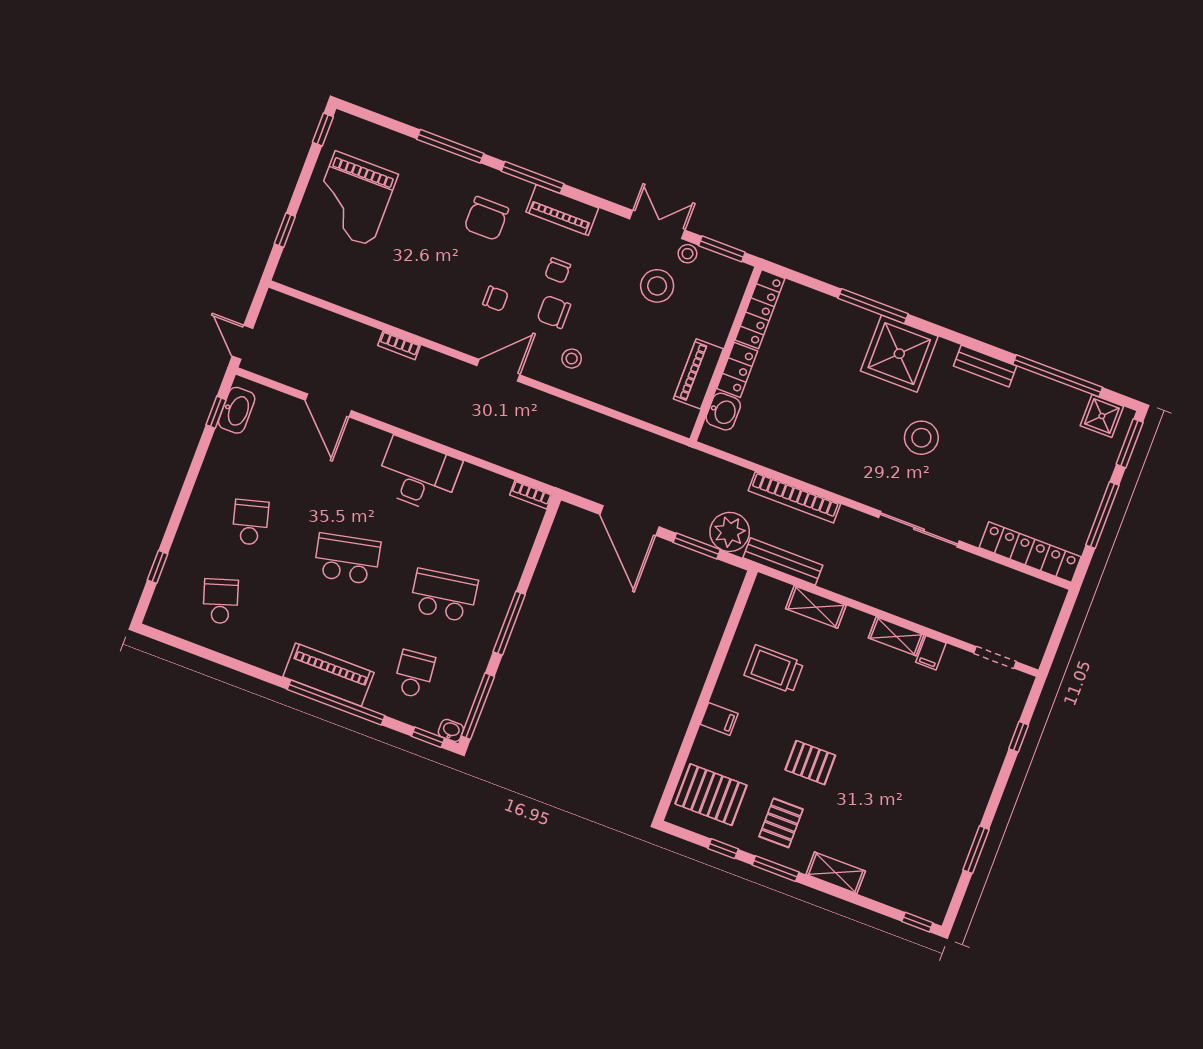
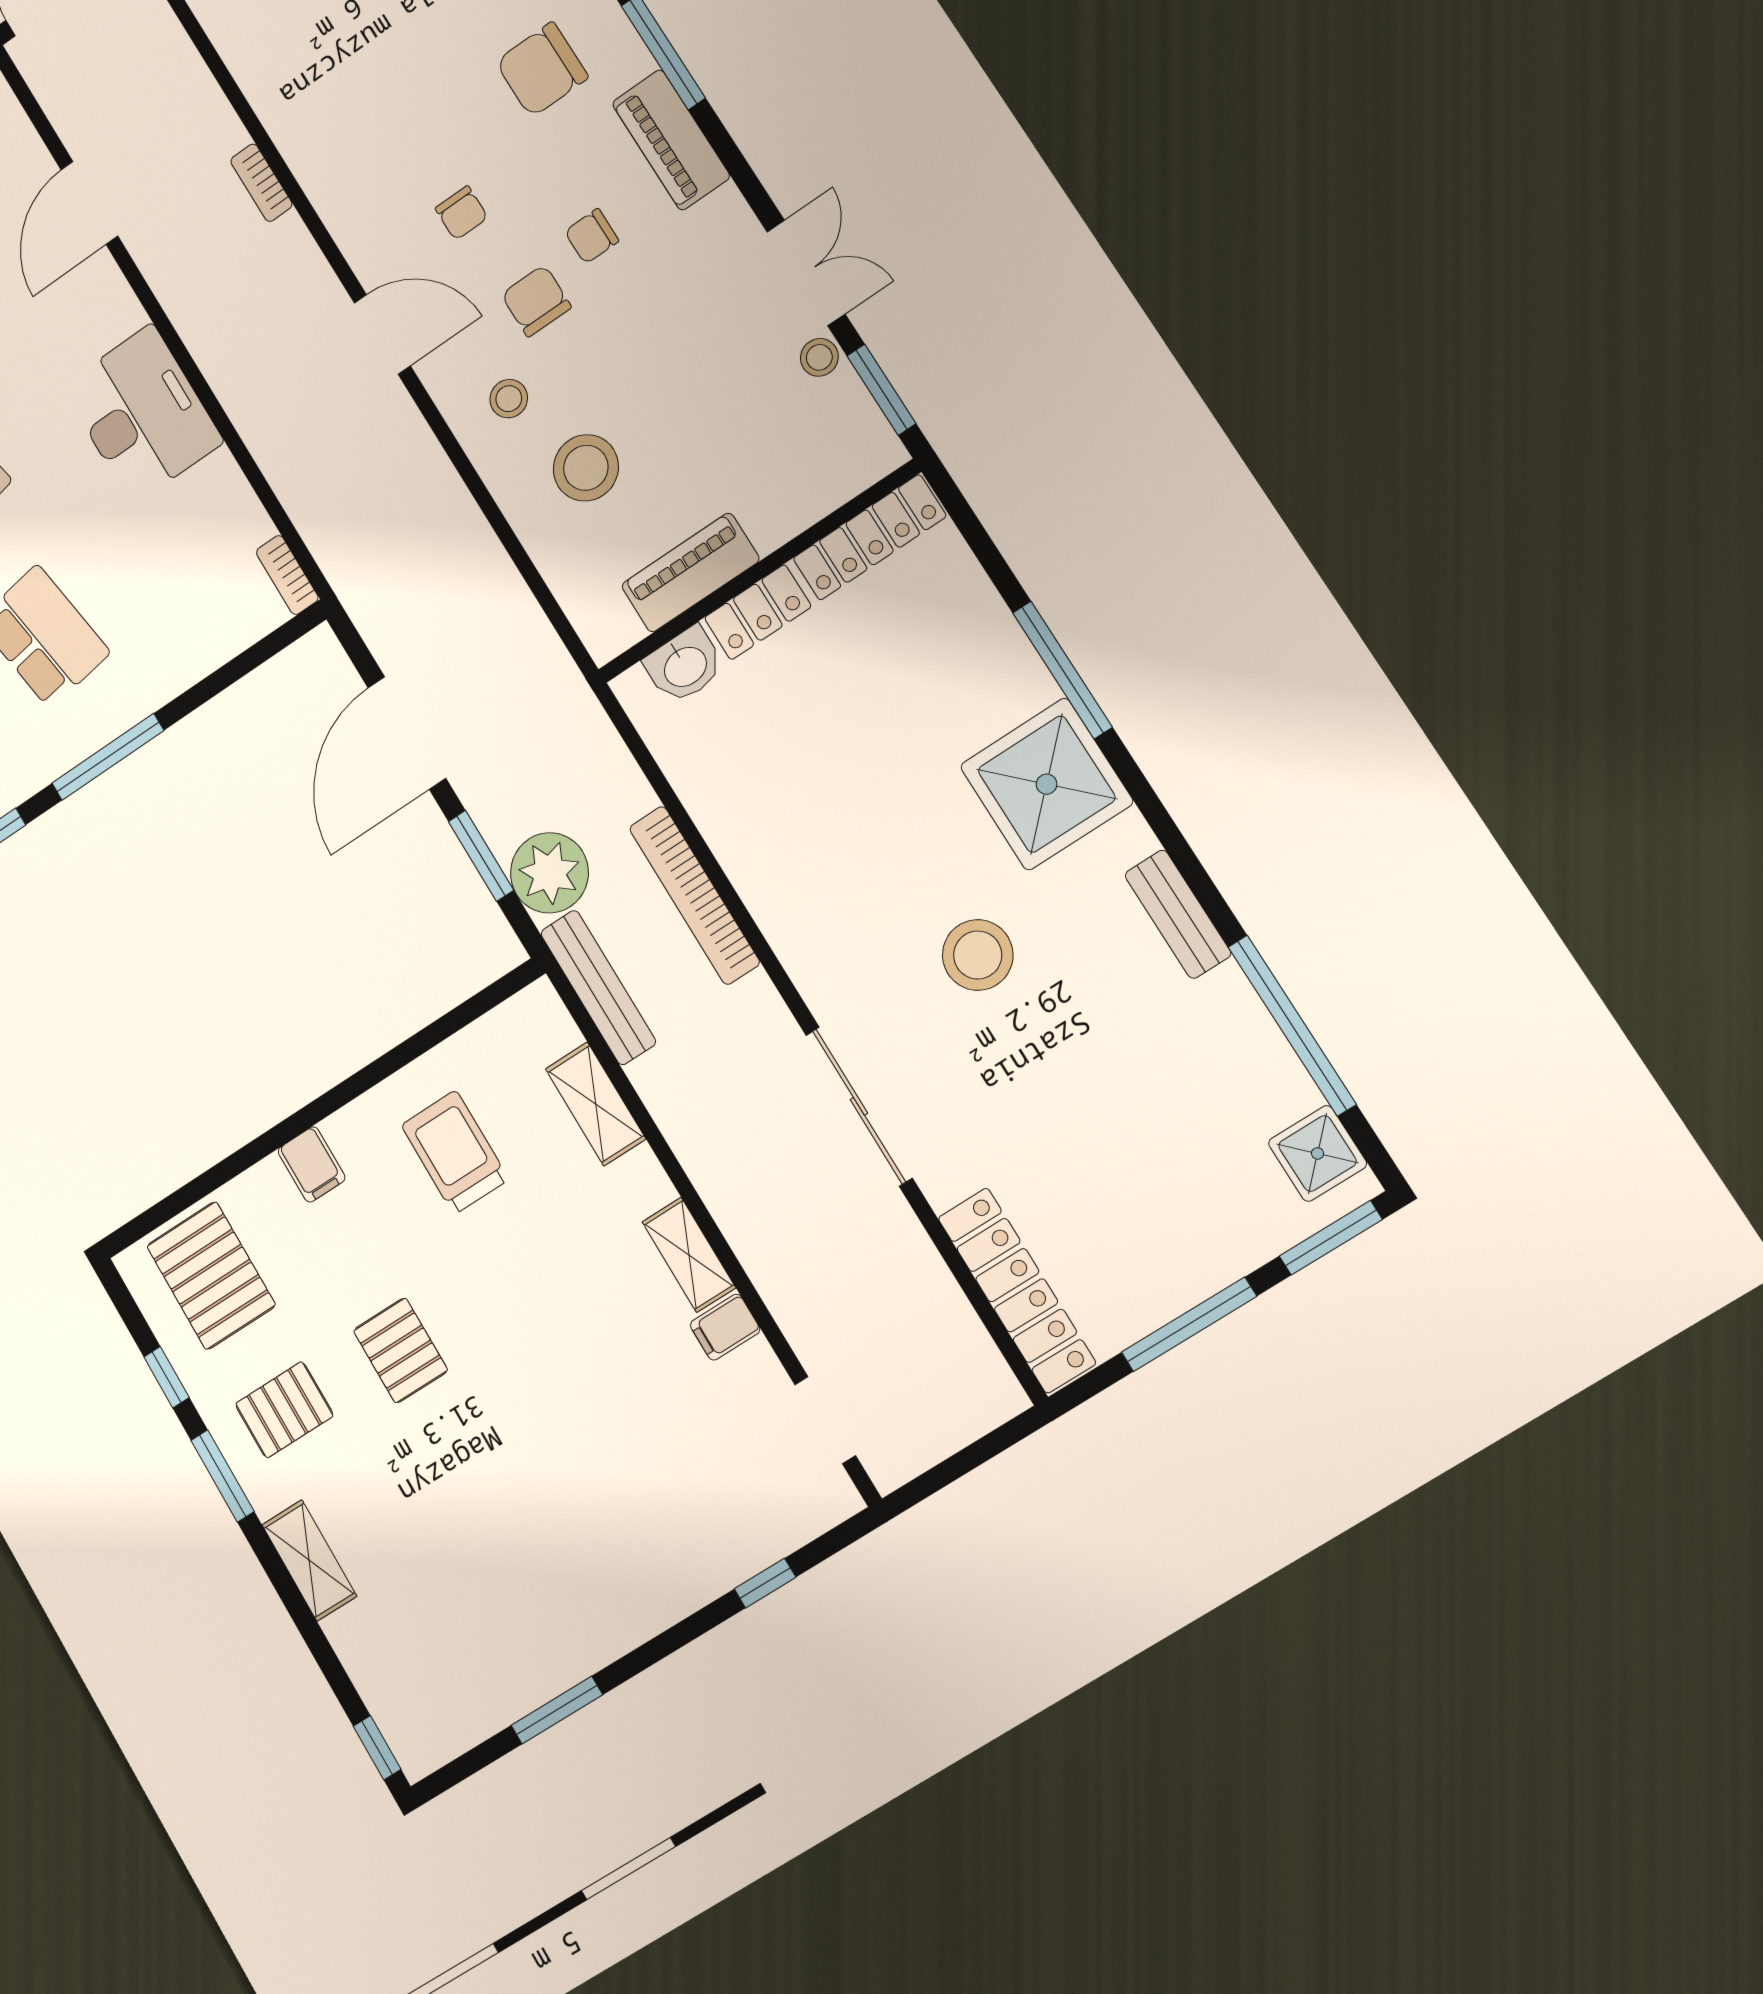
stool: (657, 286) -> (586, 468), moved

